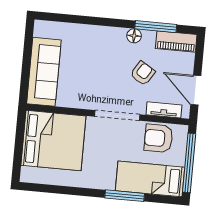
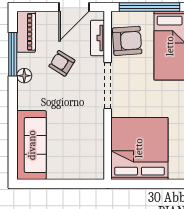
sofa: (44, 72) -> (32, 145), moved, turned 90
armchair: (158, 138) -> (127, 41), turned -94

